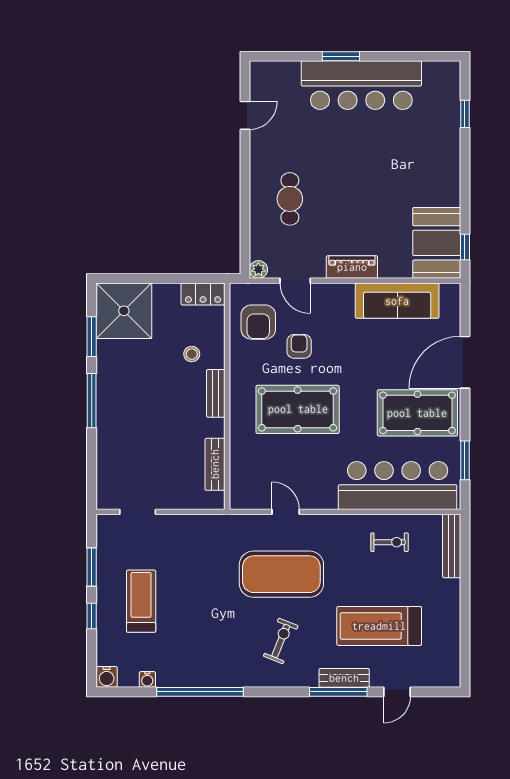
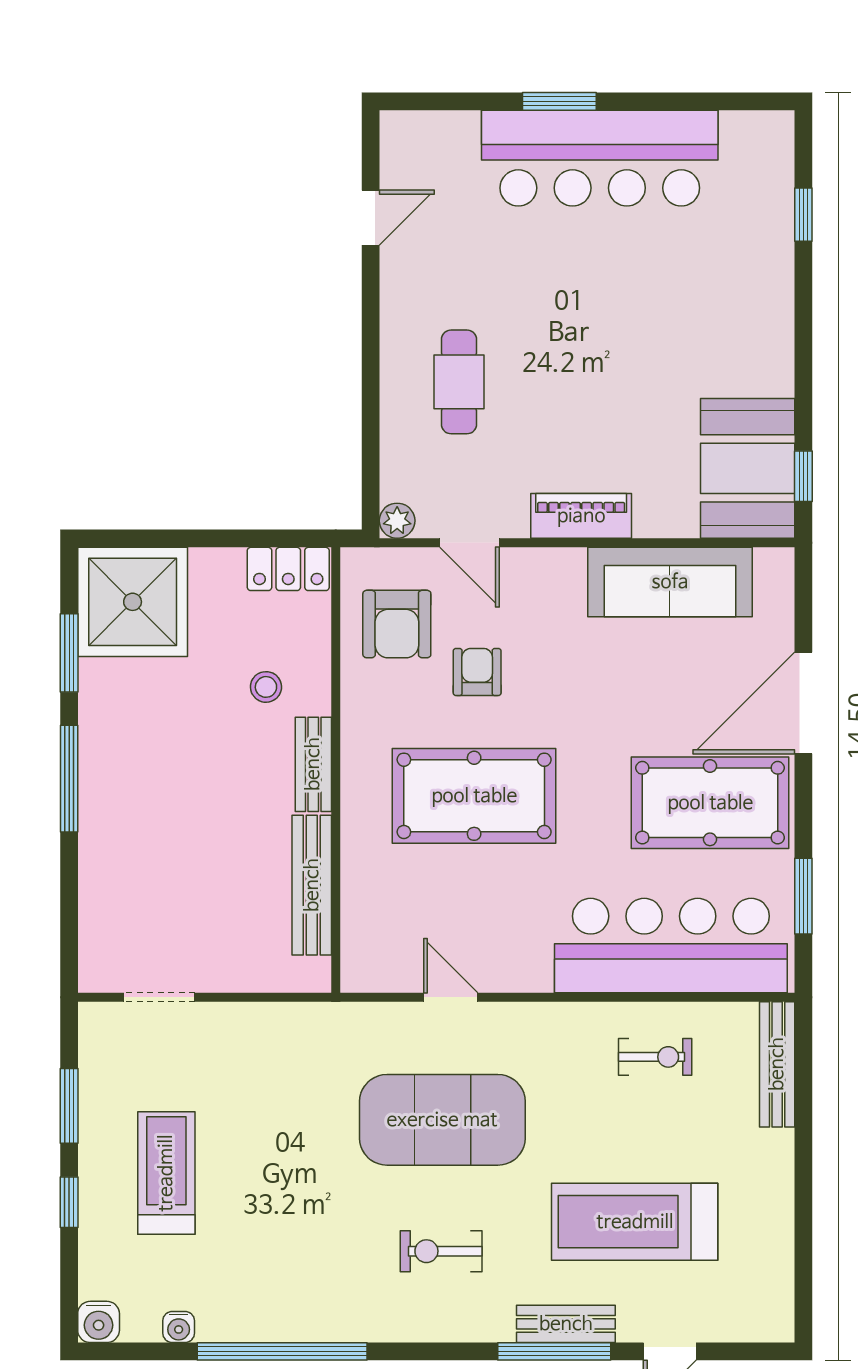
bench: (215, 464) -> (312, 885), width x1.36
exercise bike: (281, 641) -> (441, 1251), turned -112

